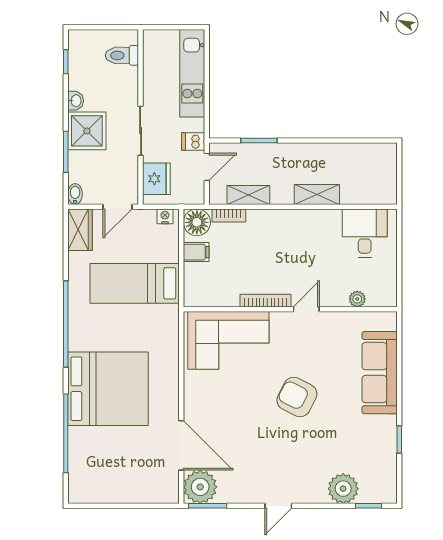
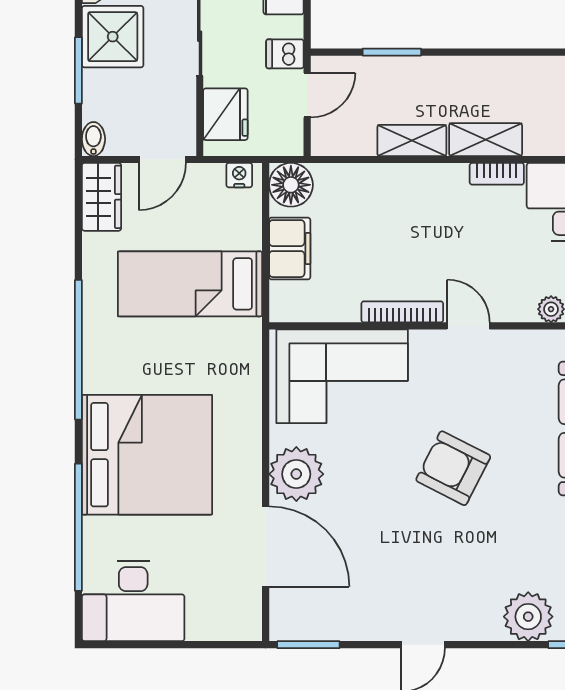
shelving: (248, 195) -> (412, 140), moved
bookcase: (229, 215) -> (497, 174), moved
filing cabinet: (196, 252) -> (290, 249), width x2.00
door: (306, 309) -> (468, 326), hinge flipped
desk: (100, 479) -> (133, 601), added
plant: (200, 487) -> (296, 474), moved

